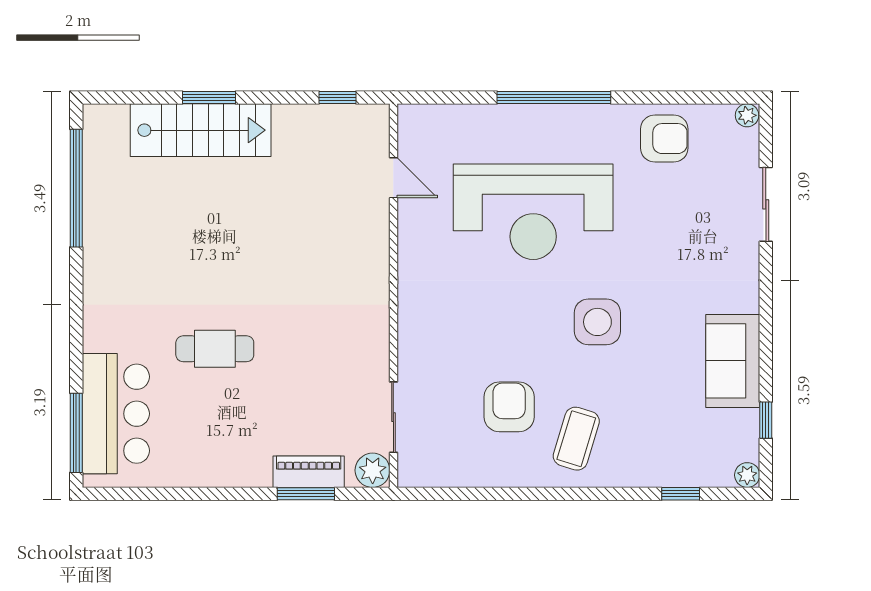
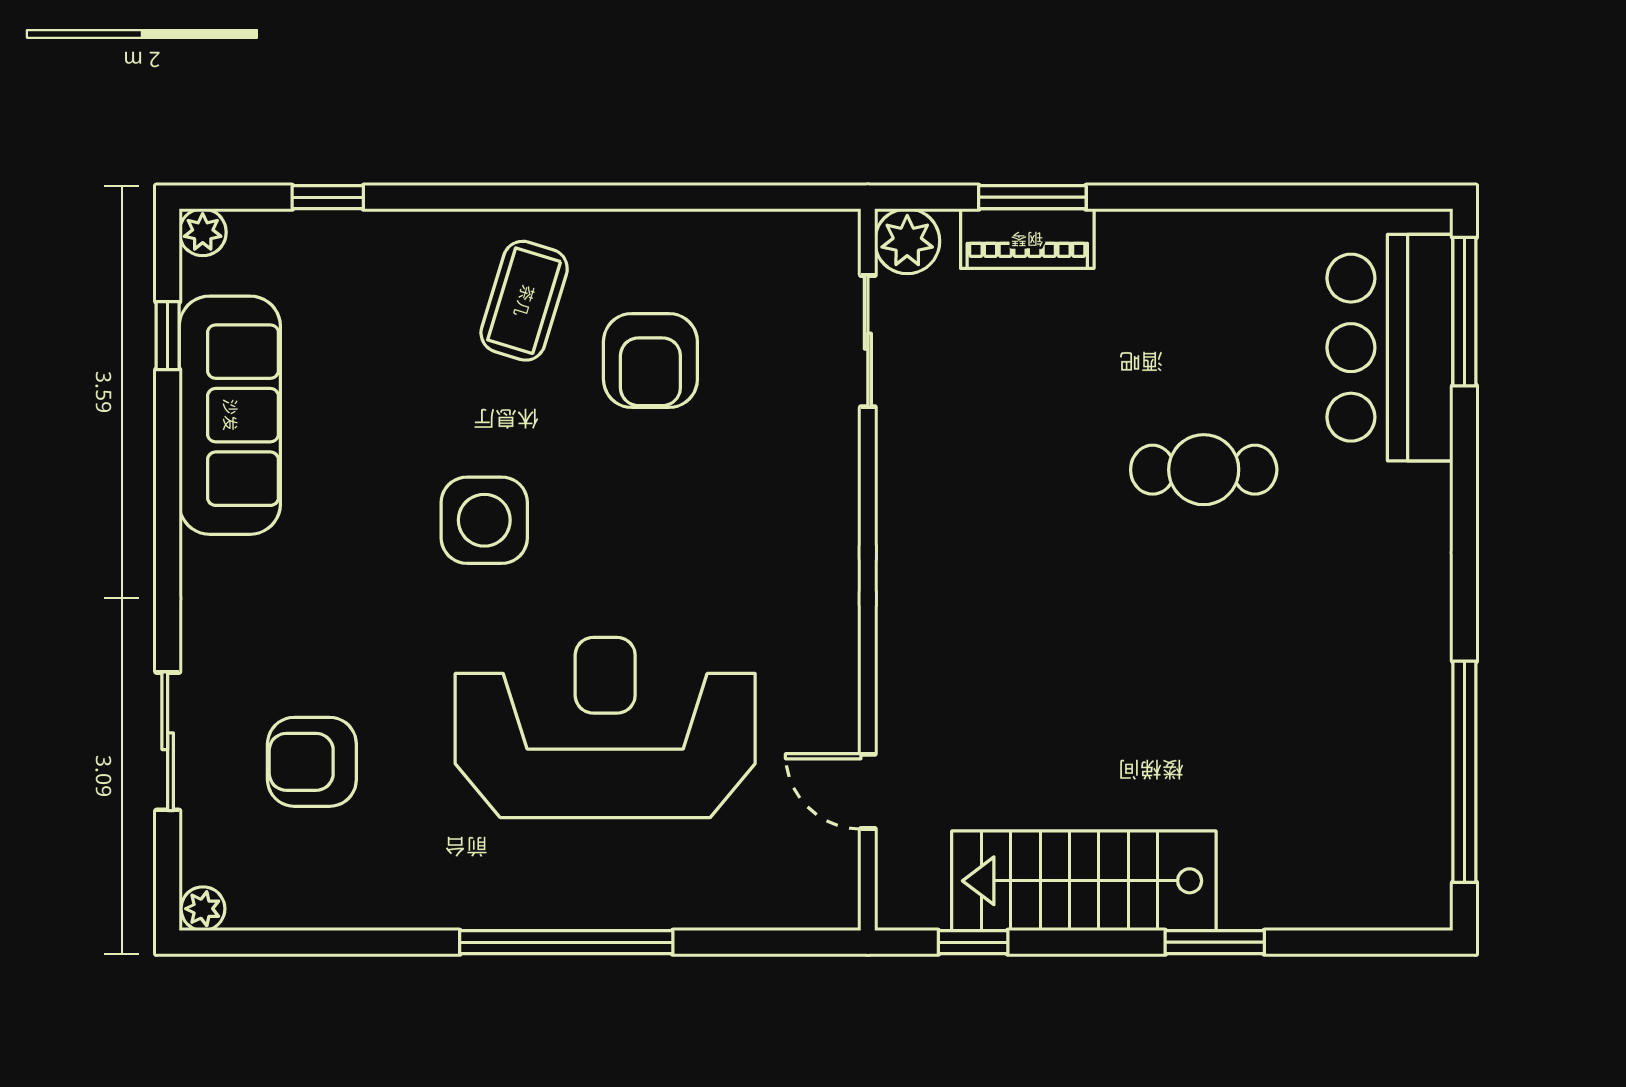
stairs: (201, 130) -> (1084, 881), moved
armchair: (664, 139) -> (312, 762), moved
sofa: (733, 361) -> (230, 415), width x1.36

